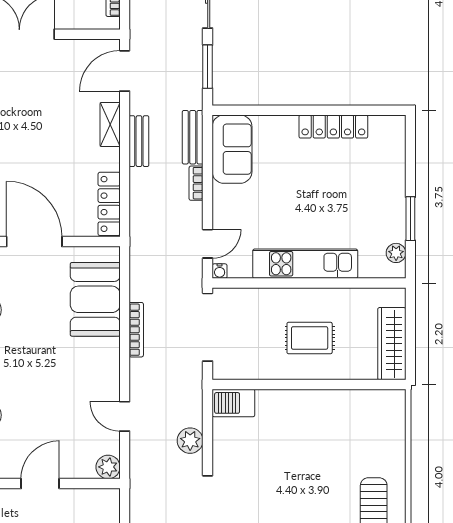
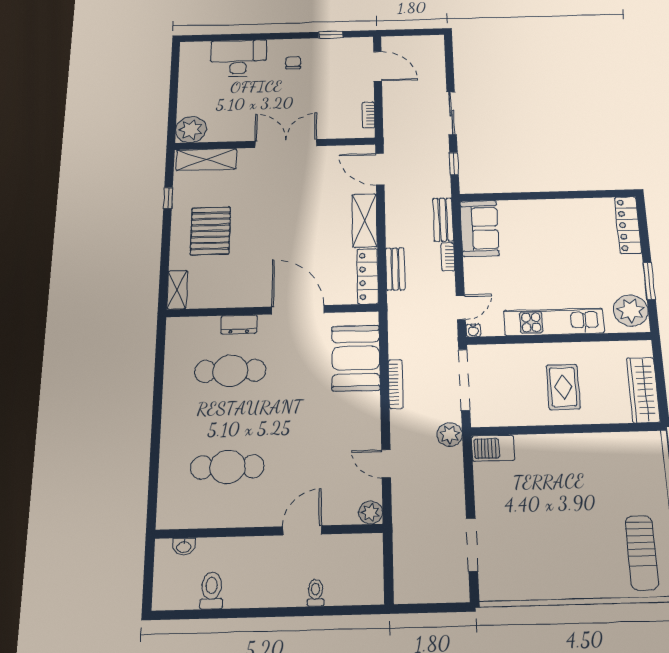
window: (208, 67) -> (454, 164), width x0.67
door: (125, 71) -> (380, 169), hinge flipped
shelving: (110, 124) -> (365, 220), width x1.50, depth x1.33
locker: (333, 127) -> (628, 225), moved, turned 90
bench: (139, 141) -> (395, 269), moved
plant: (396, 253) -> (631, 311), width x1.88, depth x1.88
rug: (310, 338) -> (563, 387), turned 90
plant: (190, 441) -> (450, 435), moved

